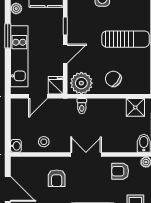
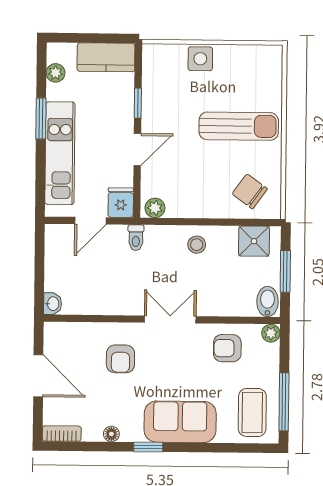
chair: (113, 79) -> (250, 191), moved
plant: (81, 83) -> (155, 208), width x0.53, depth x0.53
toilet: (82, 106) -> (136, 238), moved
stool: (44, 142) -> (197, 245), moved

